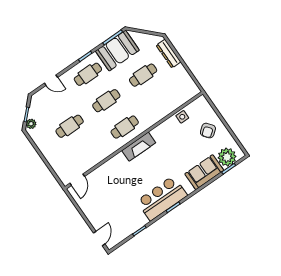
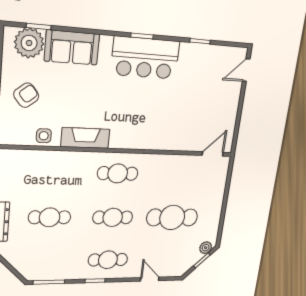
booth: (117, 51) -> (56, 264), removed
cafe table: (70, 126) -> (172, 217), width x1.37, depth x1.35
fireplace: (139, 147) -> (85, 138), moved

